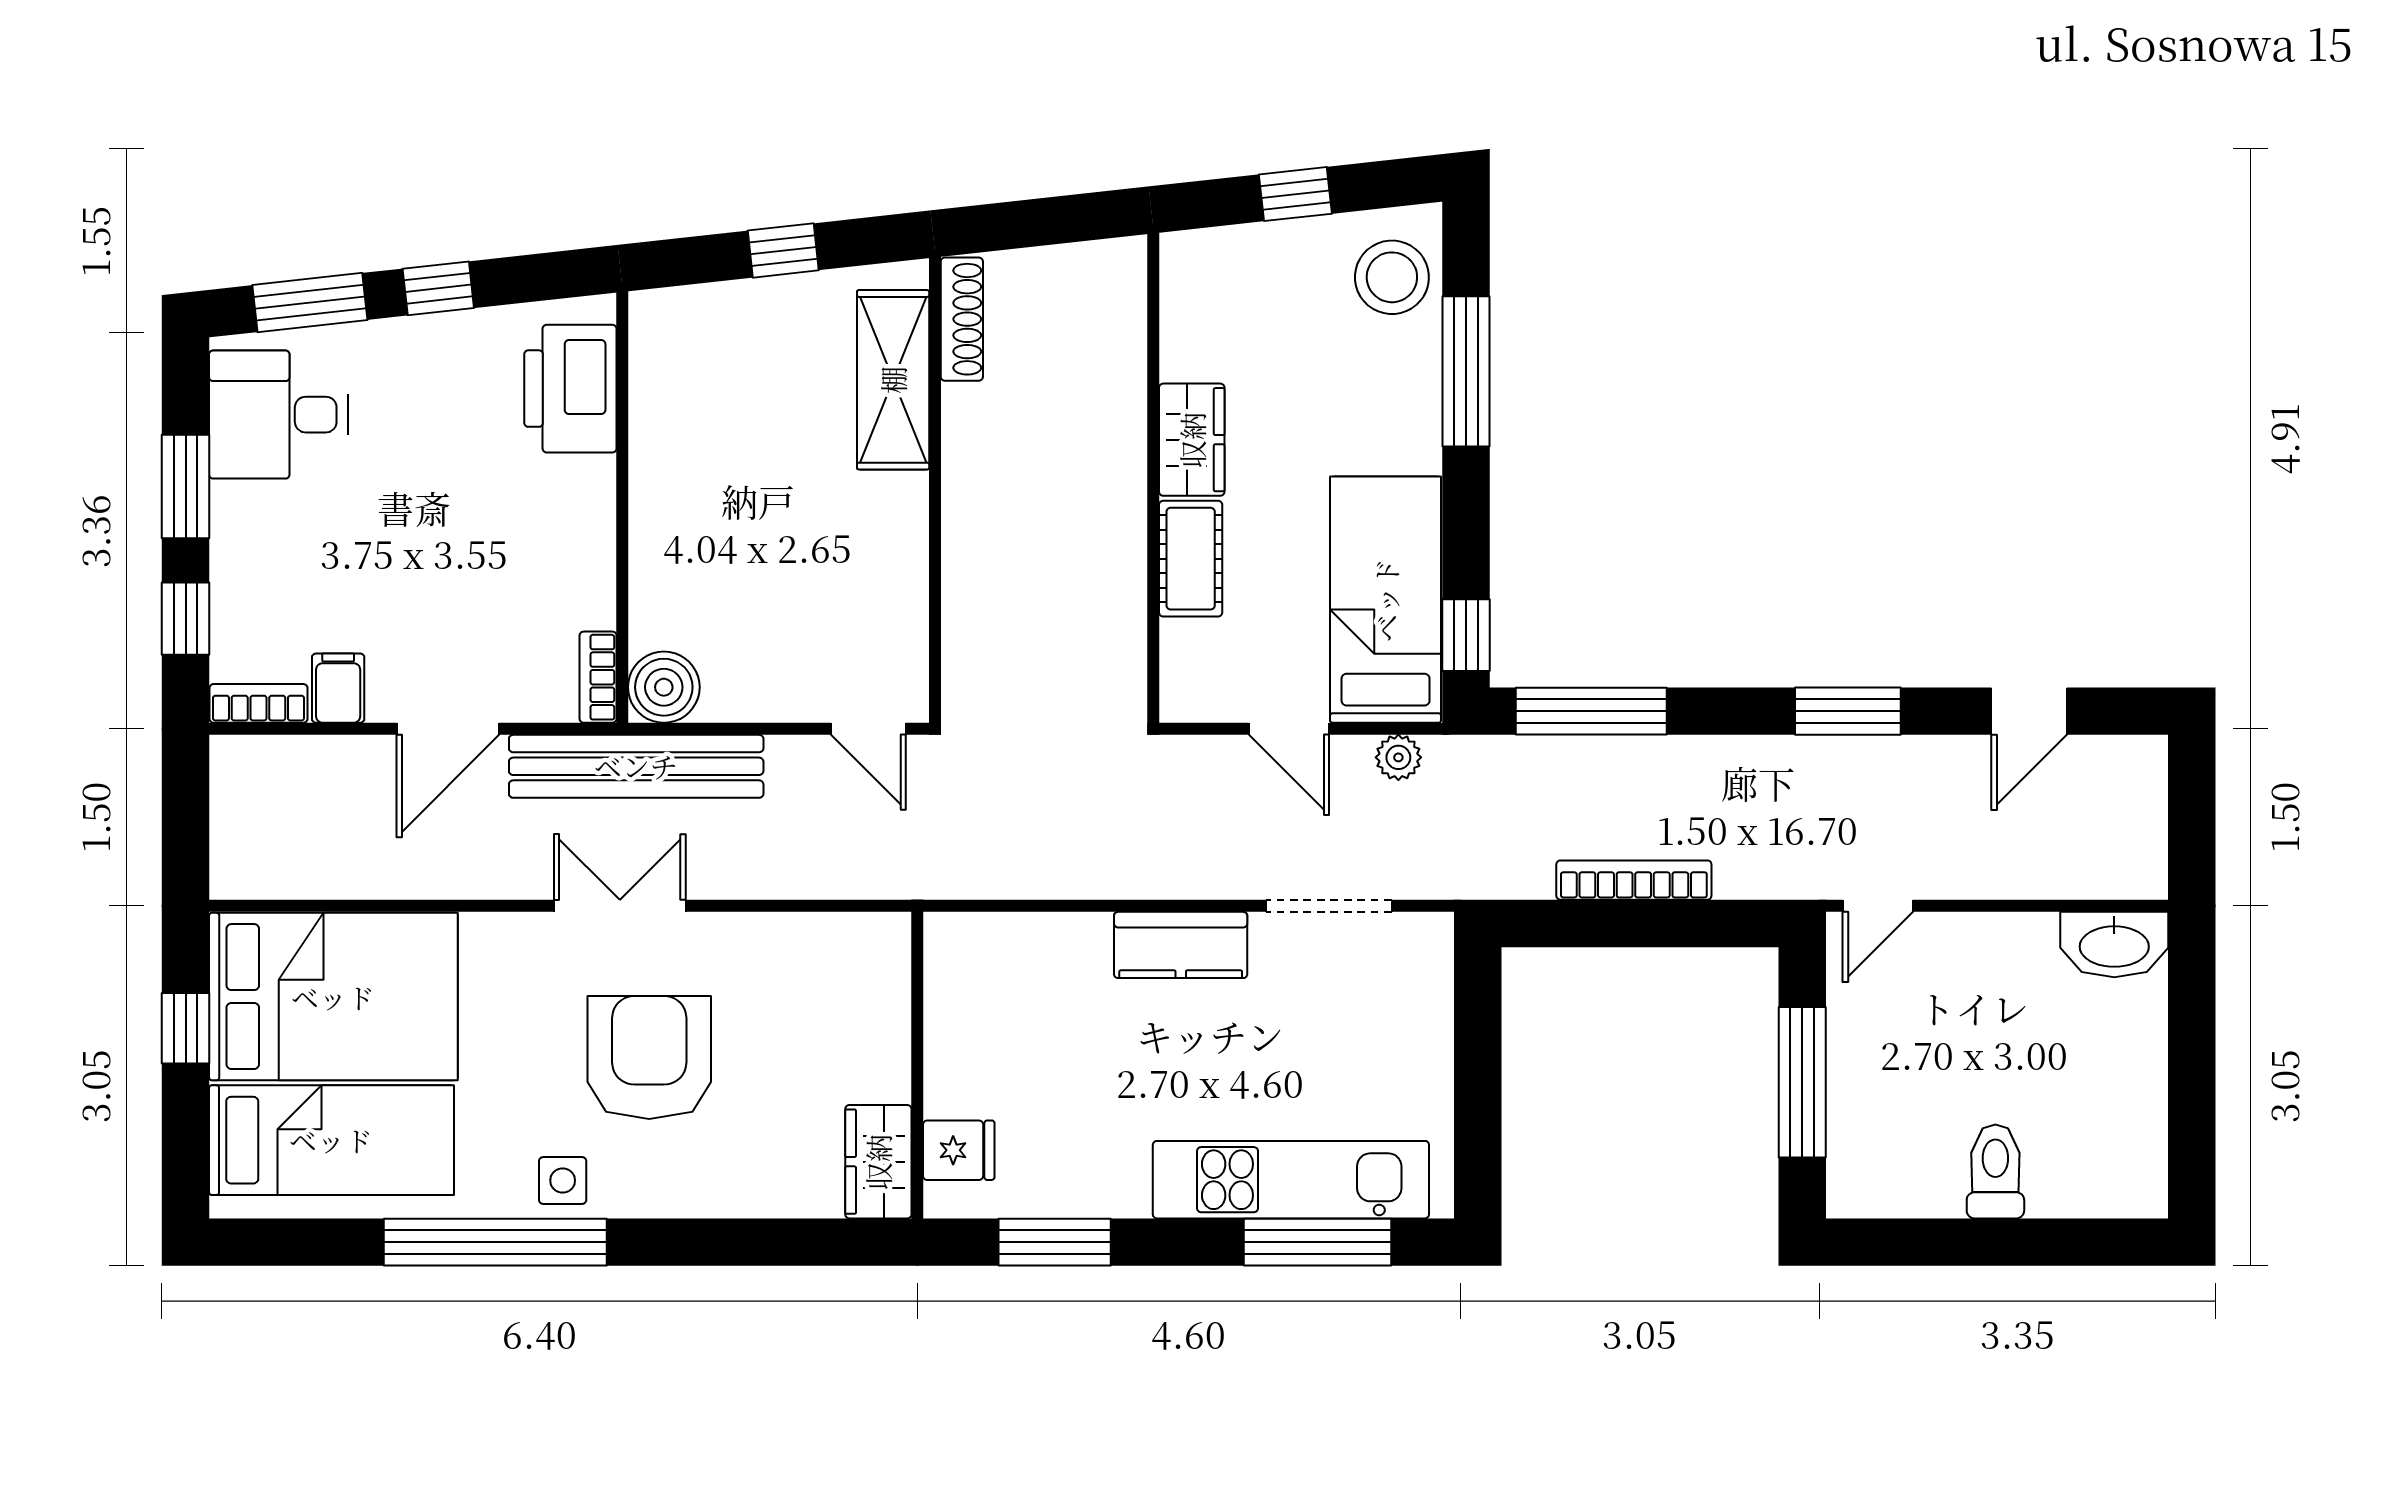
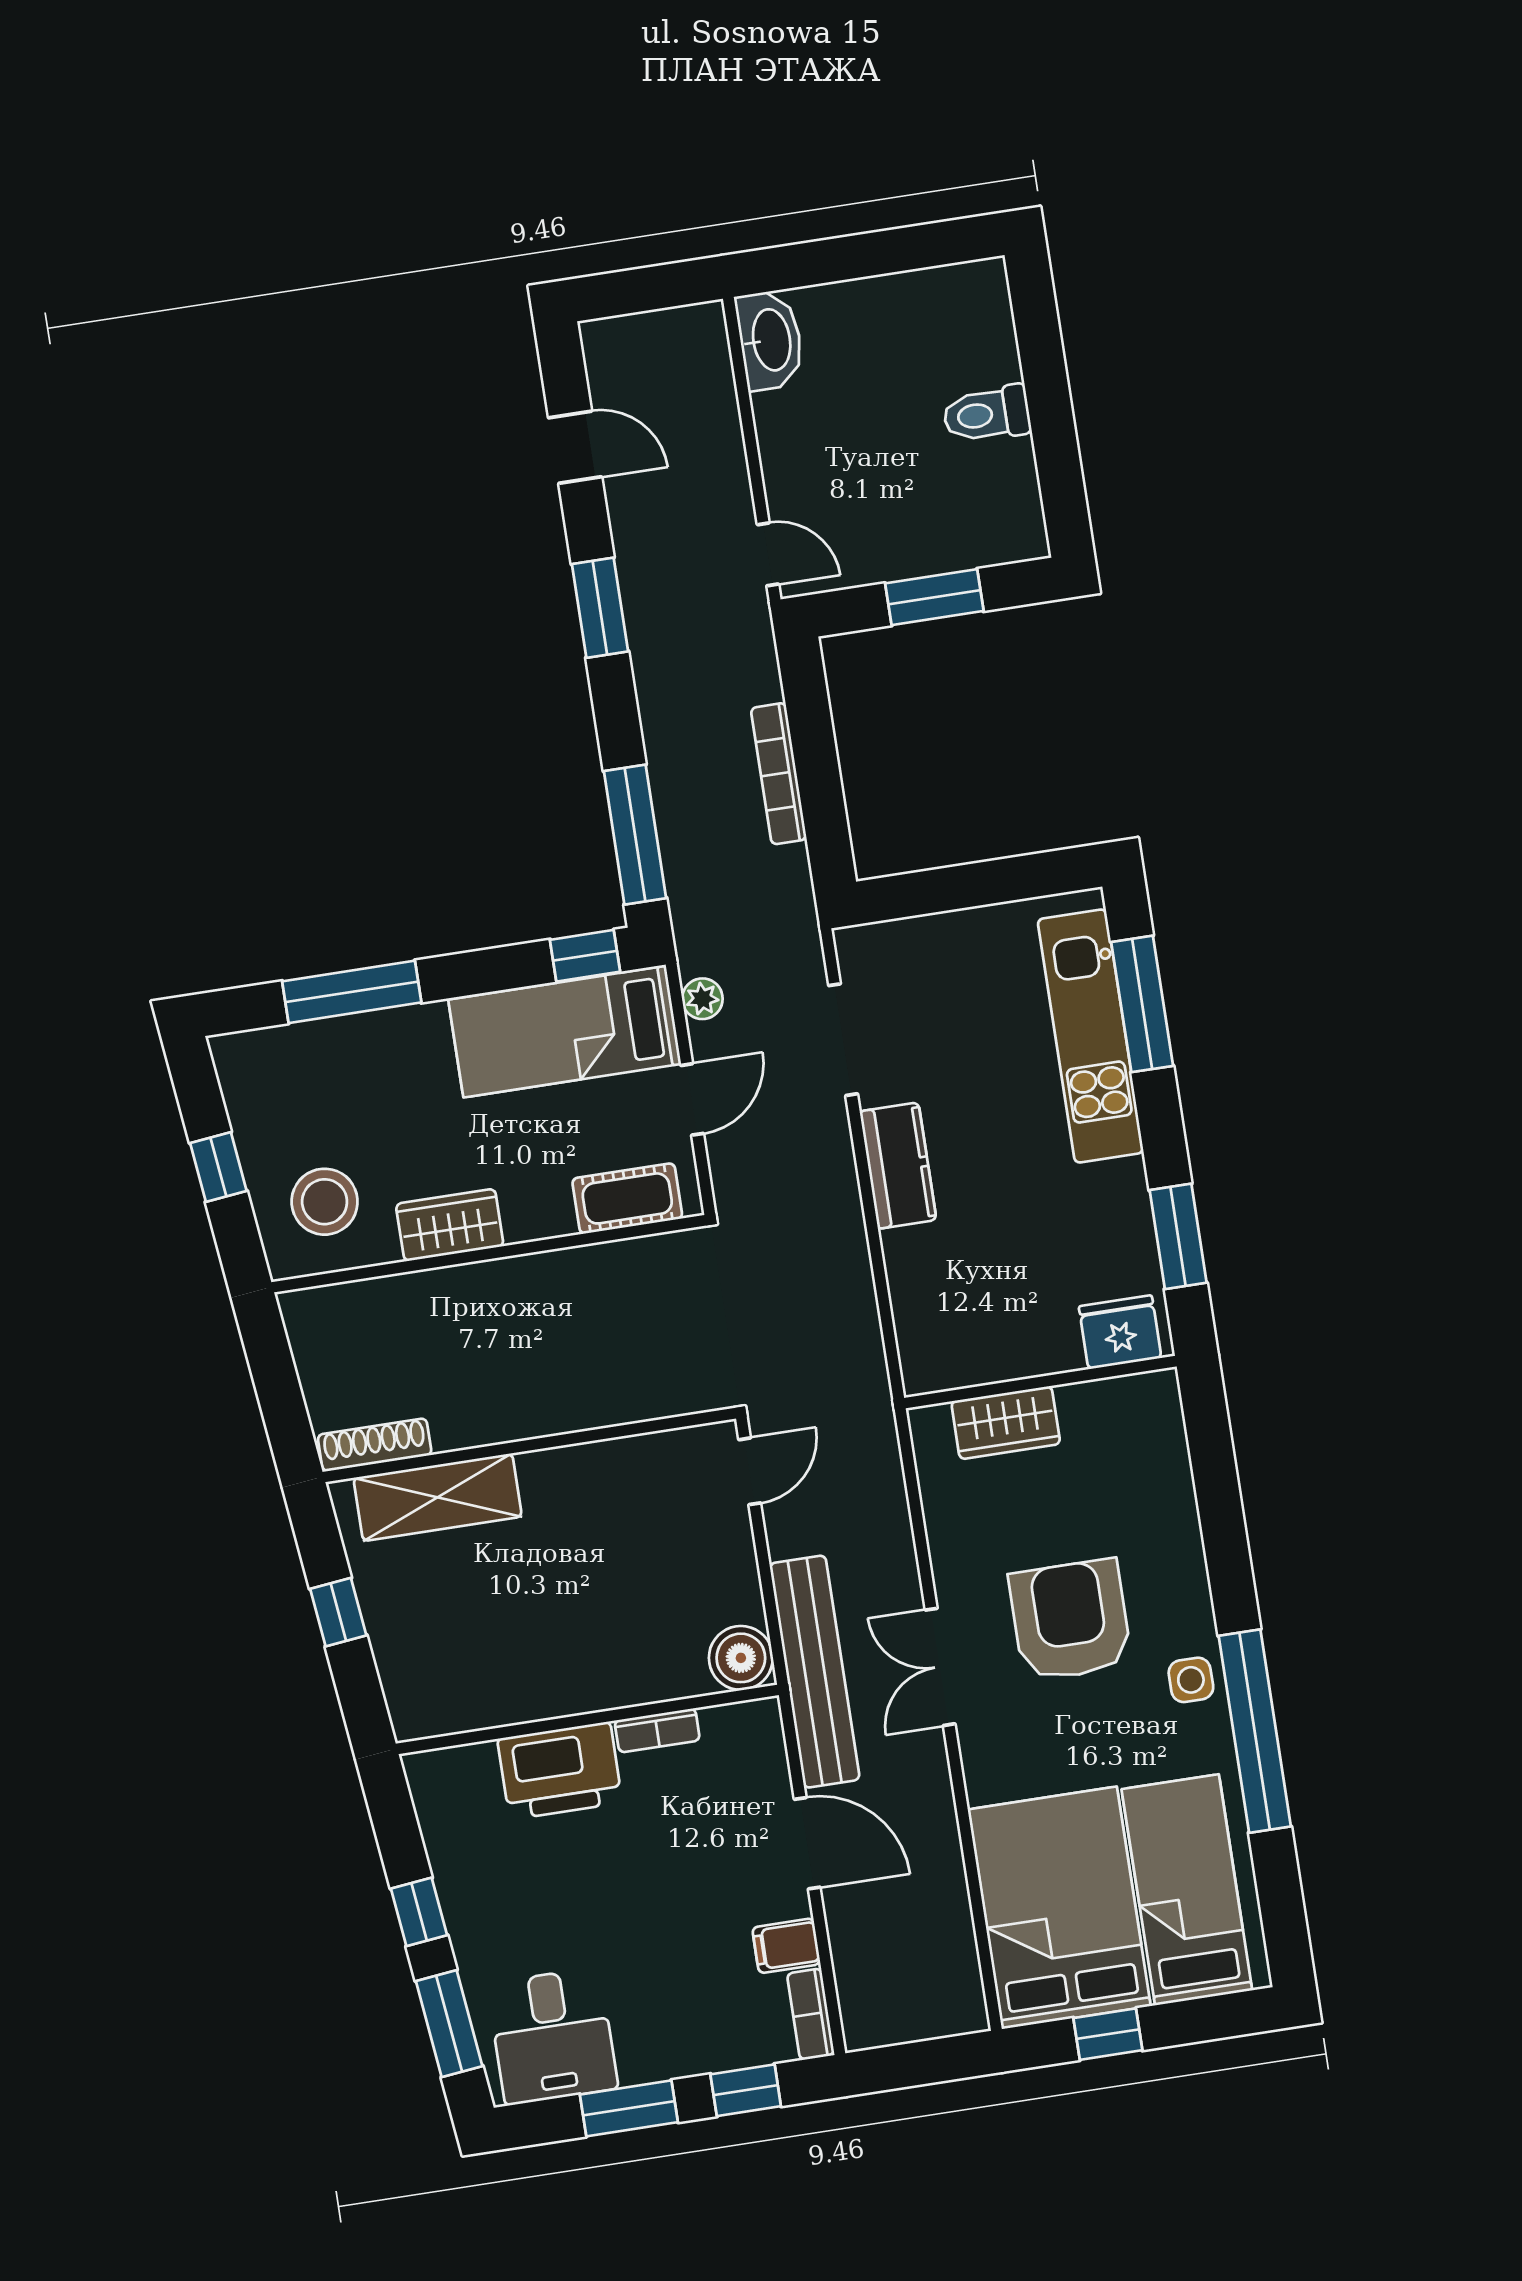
stool: (1392, 277) -> (325, 1202), moved
printer: (570, 389) -> (560, 1771), moved
cot: (1191, 559) -> (627, 1198), moved
bookcase: (598, 677) -> (657, 1730), moved
armchair: (649, 1058) -> (1070, 1620), turned 90
window: (1802, 1082) -> (934, 597), width x0.69
fridge: (959, 1150) -> (1120, 1332), width x1.38
wardrobe: (878, 1162) -> (1006, 1423), moved

